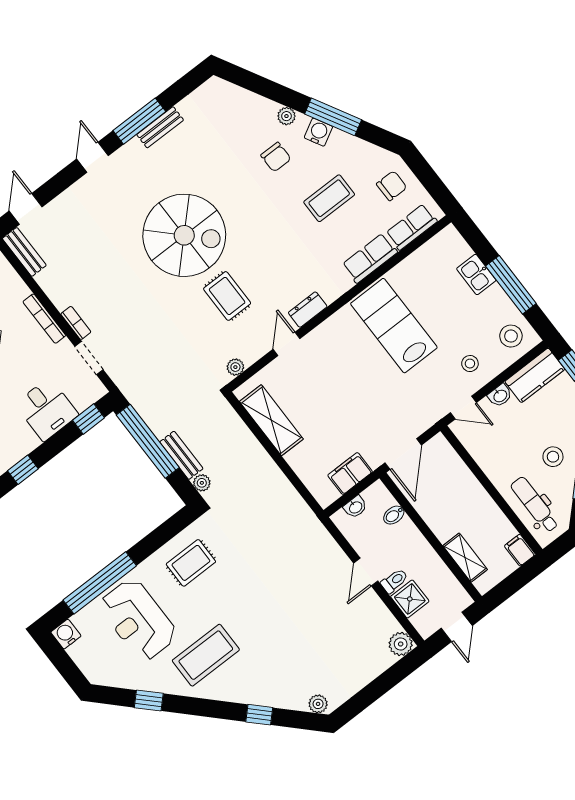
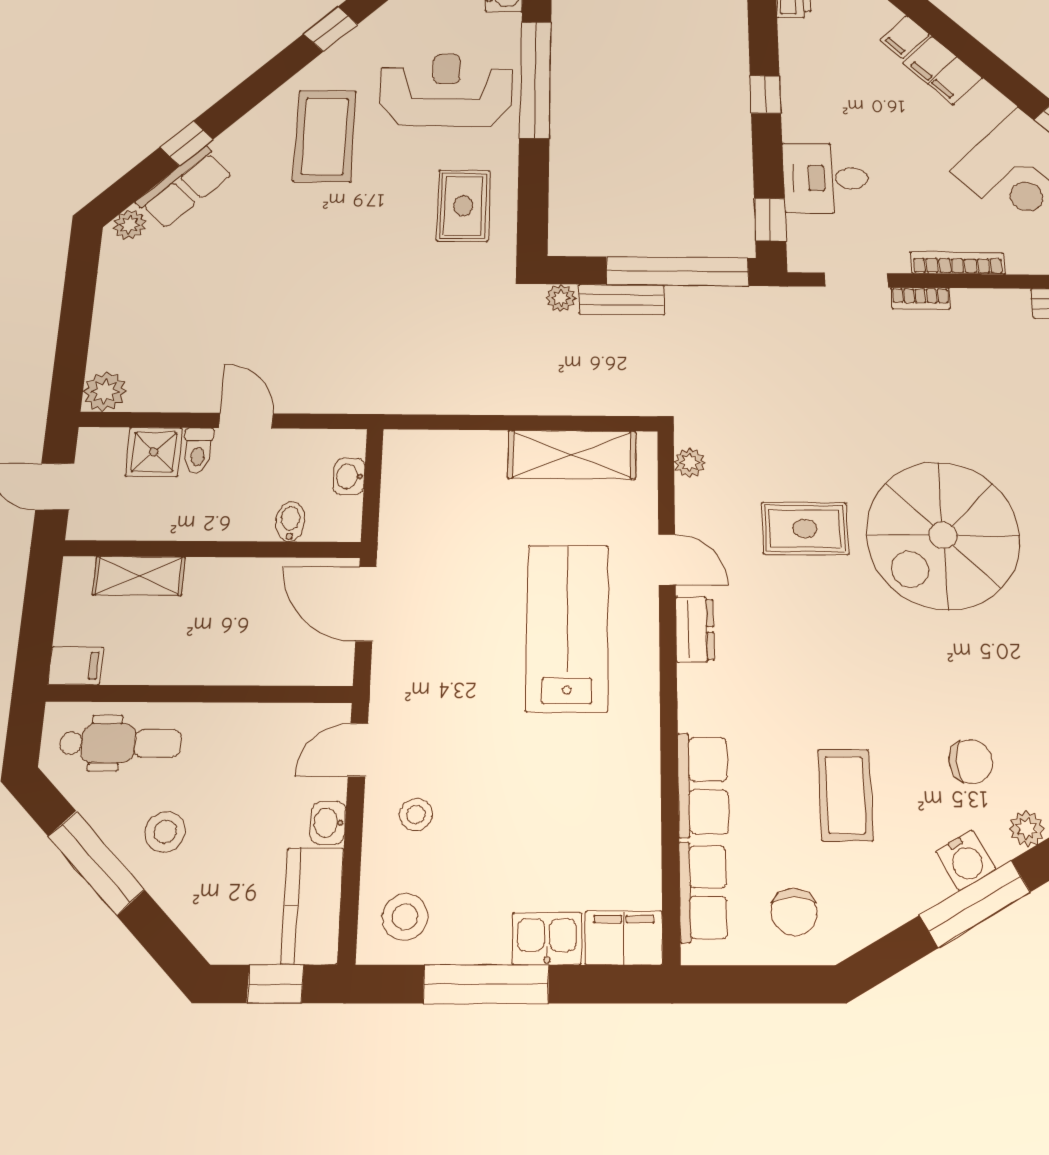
chair: (276, 157) -> (971, 762), turned 180
lab bench: (394, 326) -> (567, 628), moved, turned -90
filing cabinet: (350, 474) -> (624, 938), moved, turned -90
row of seats: (281, 696) -> (185, 187), added

